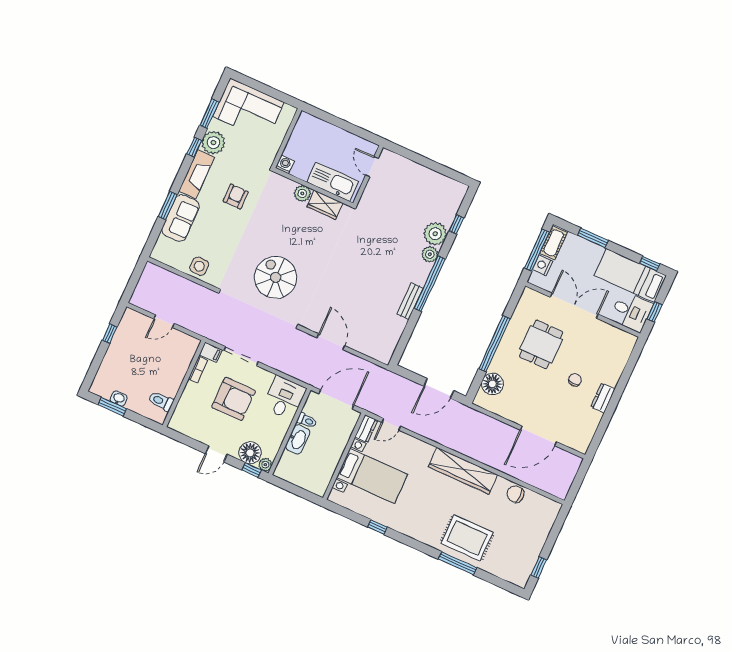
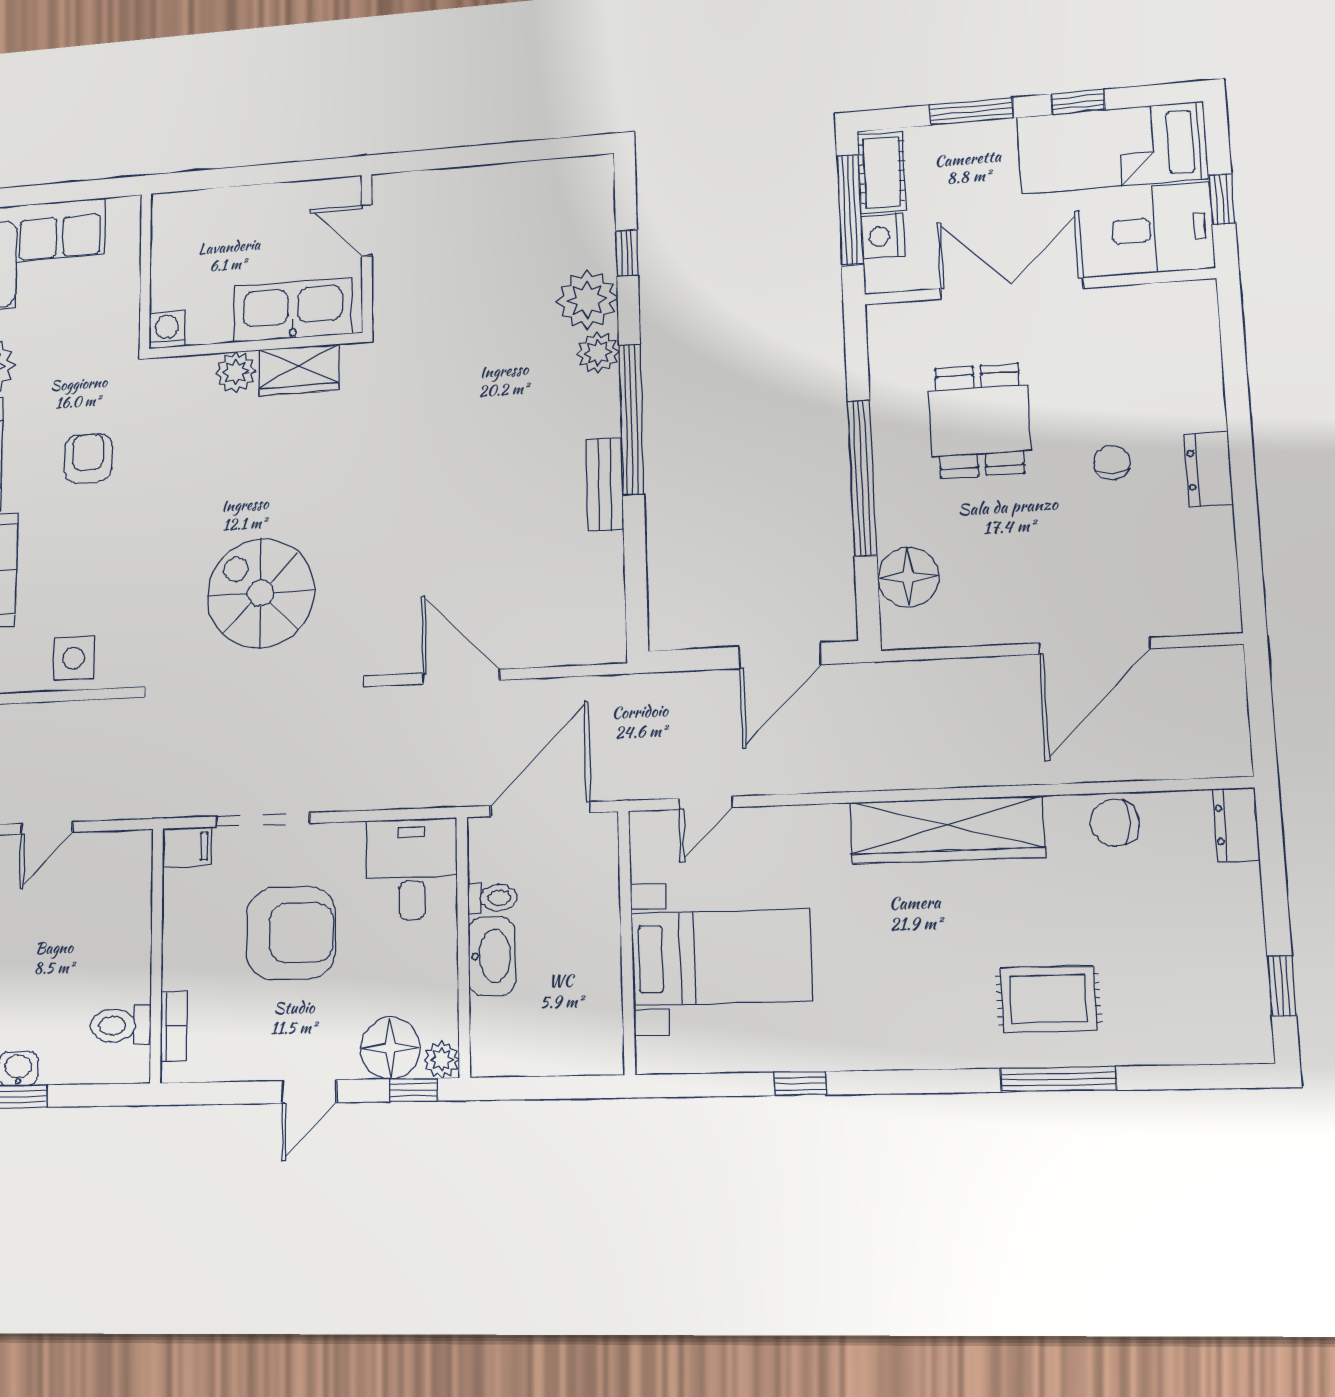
window: (650, 264) -> (1078, 102), moved
bookcase: (198, 369) -> (174, 1026), moved
dresser: (366, 429) -> (1236, 824), moved, turned 180
rug: (467, 538) -> (1048, 999), width x0.73, depth x0.70

